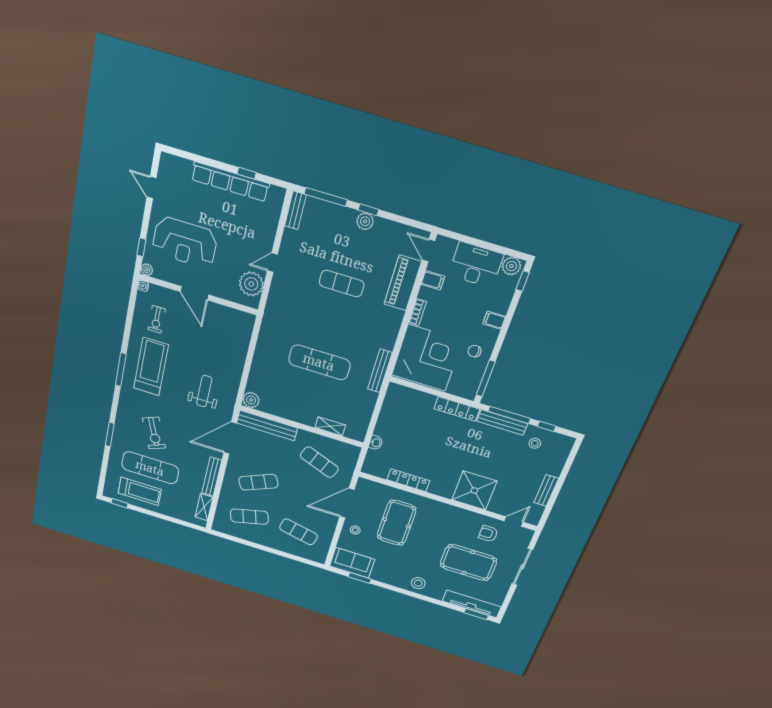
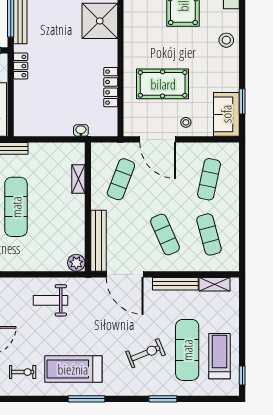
weight bench: (204, 391) -> (50, 300), moved
locker: (457, 409) -> (21, 66), width x0.66

